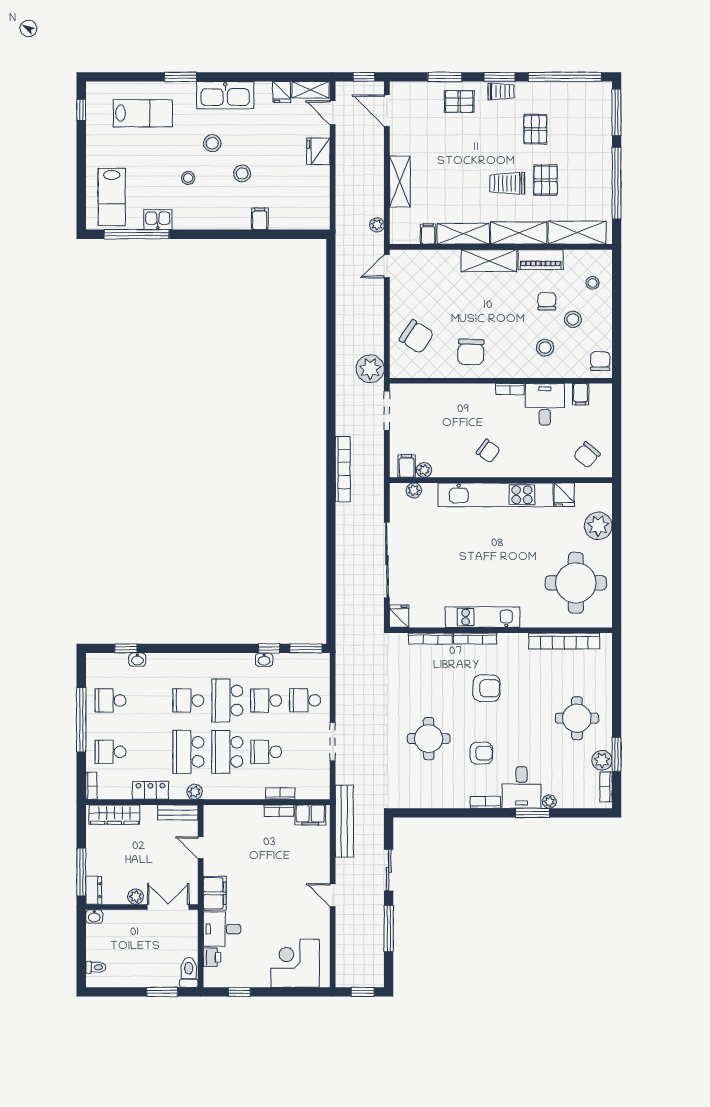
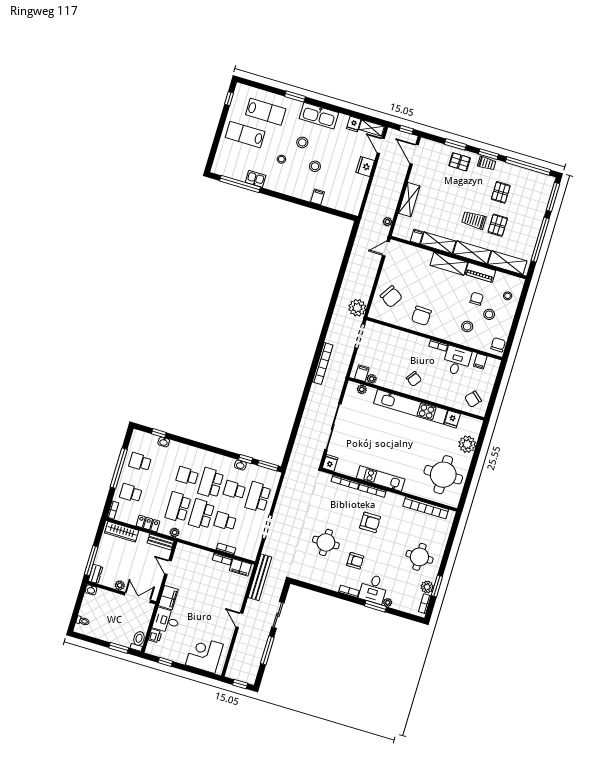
lab bench: (112, 197) -> (245, 135), moved, turned 90
school desk: (305, 700) -> (258, 497), width x1.85

